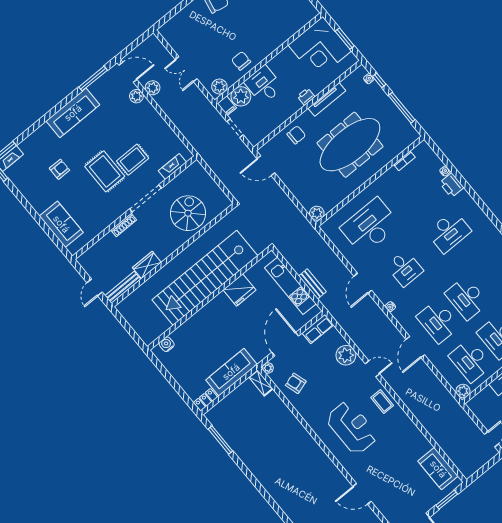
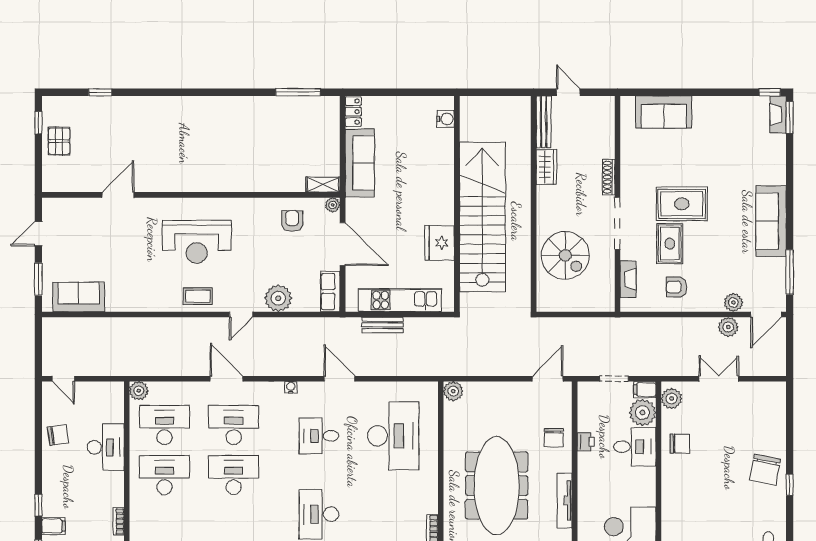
printer: (306, 97) -> (586, 442), moved
armchair: (59, 169) -> (677, 287), moved, turned 90
armchair: (296, 383) -> (292, 221), turned -73

